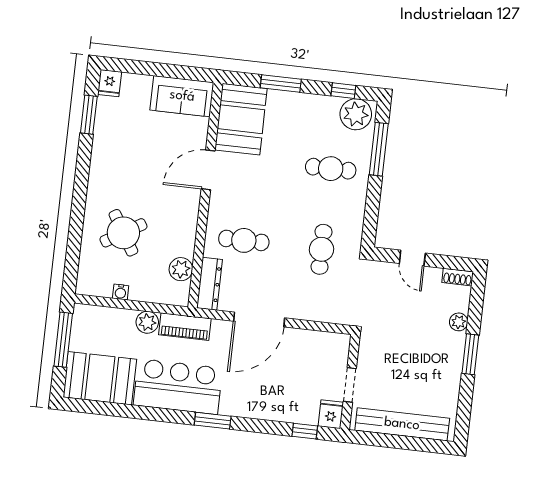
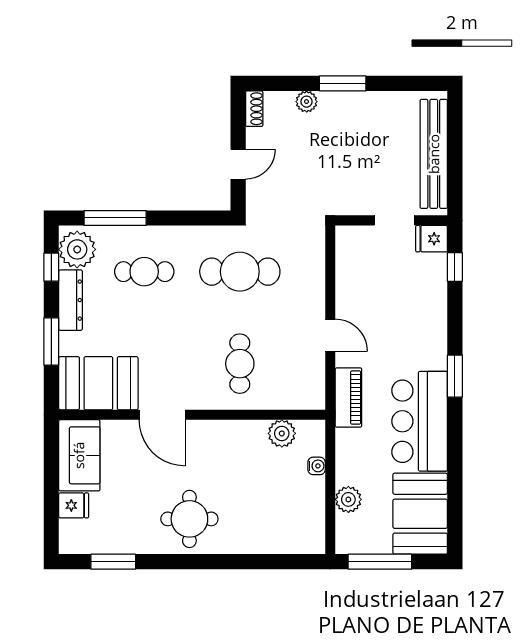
fridge: (110, 83) -> (74, 505), moved
cafe table: (331, 169) -> (144, 272), turned 90
round table: (123, 233) -> (189, 519), moved, turned 31
cafe table: (321, 249) -> (240, 272), width x1.37, depth x1.35
dresser: (210, 284) -> (71, 300), moved, turned 90
water cooler: (121, 292) -> (317, 466), moved
door: (259, 320) -> (330, 335), width x0.53
plant: (147, 322) -> (348, 499), moved
piano: (185, 327) -> (348, 397), moved

